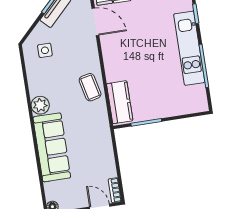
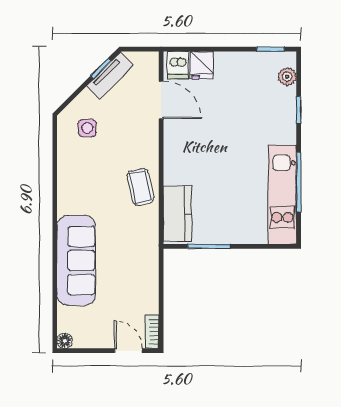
kitchen unit: (189, 48) -> (282, 195), moved
plant: (40, 105) -> (69, 201), removed

